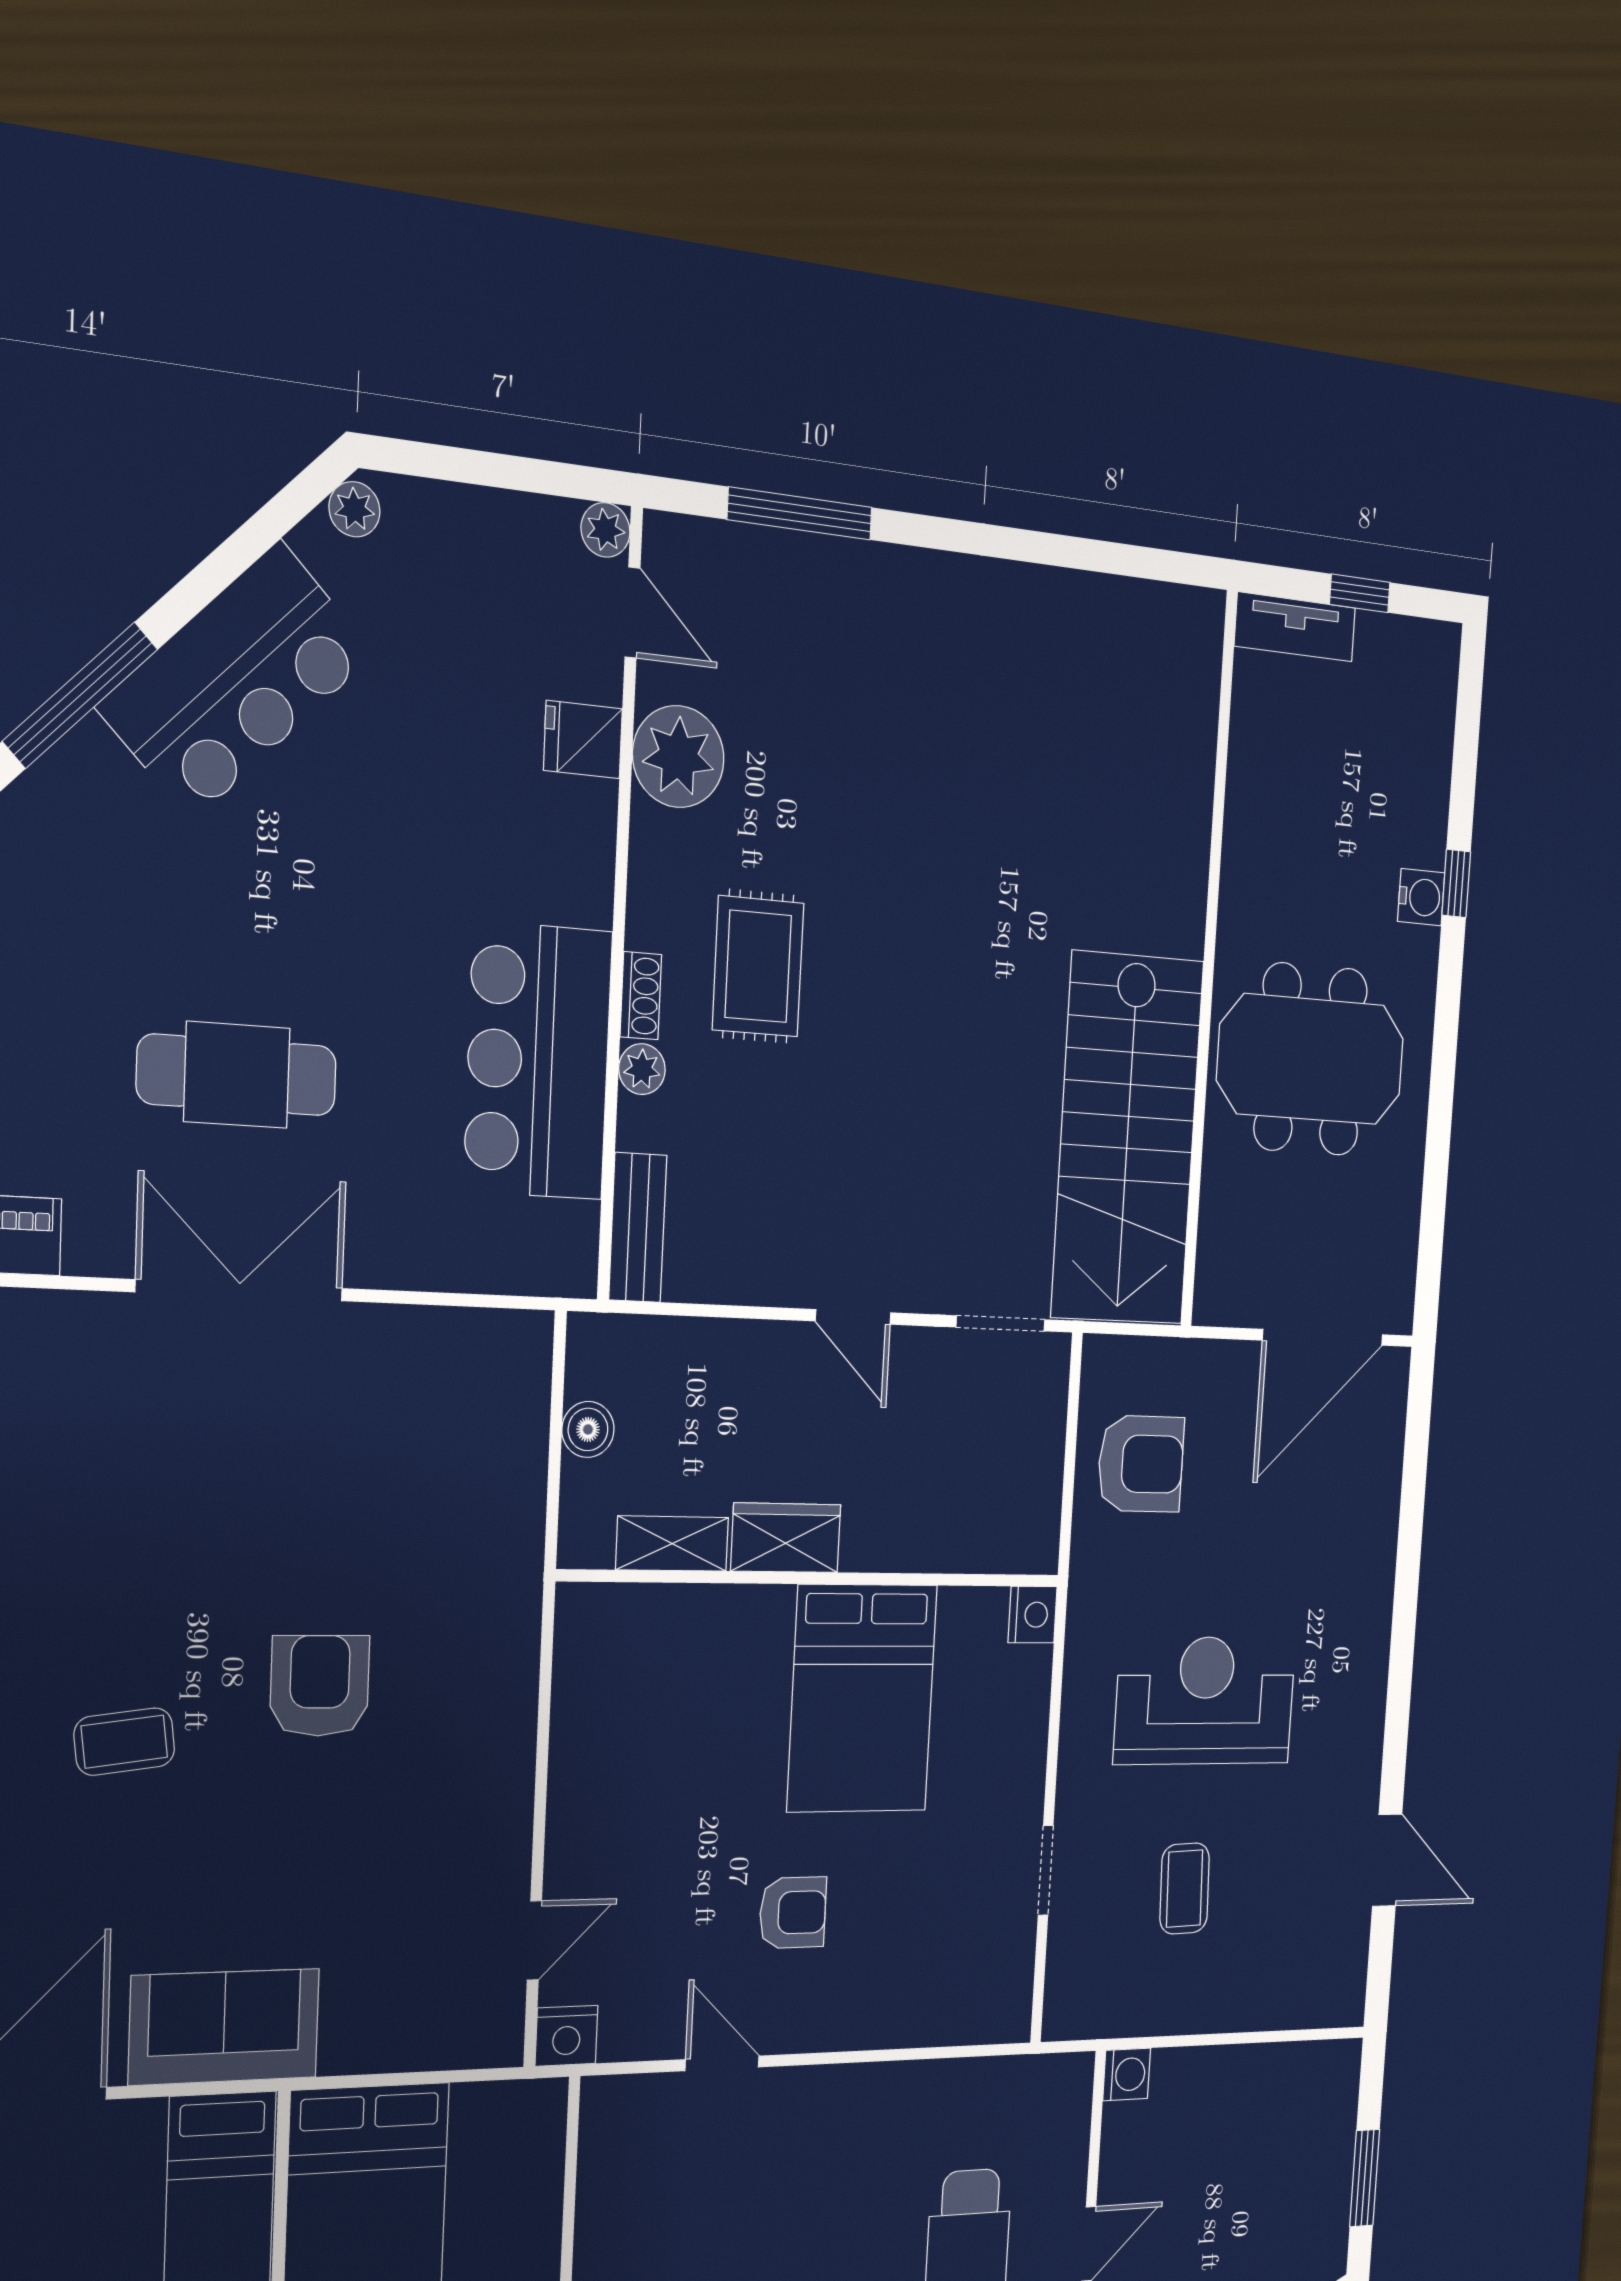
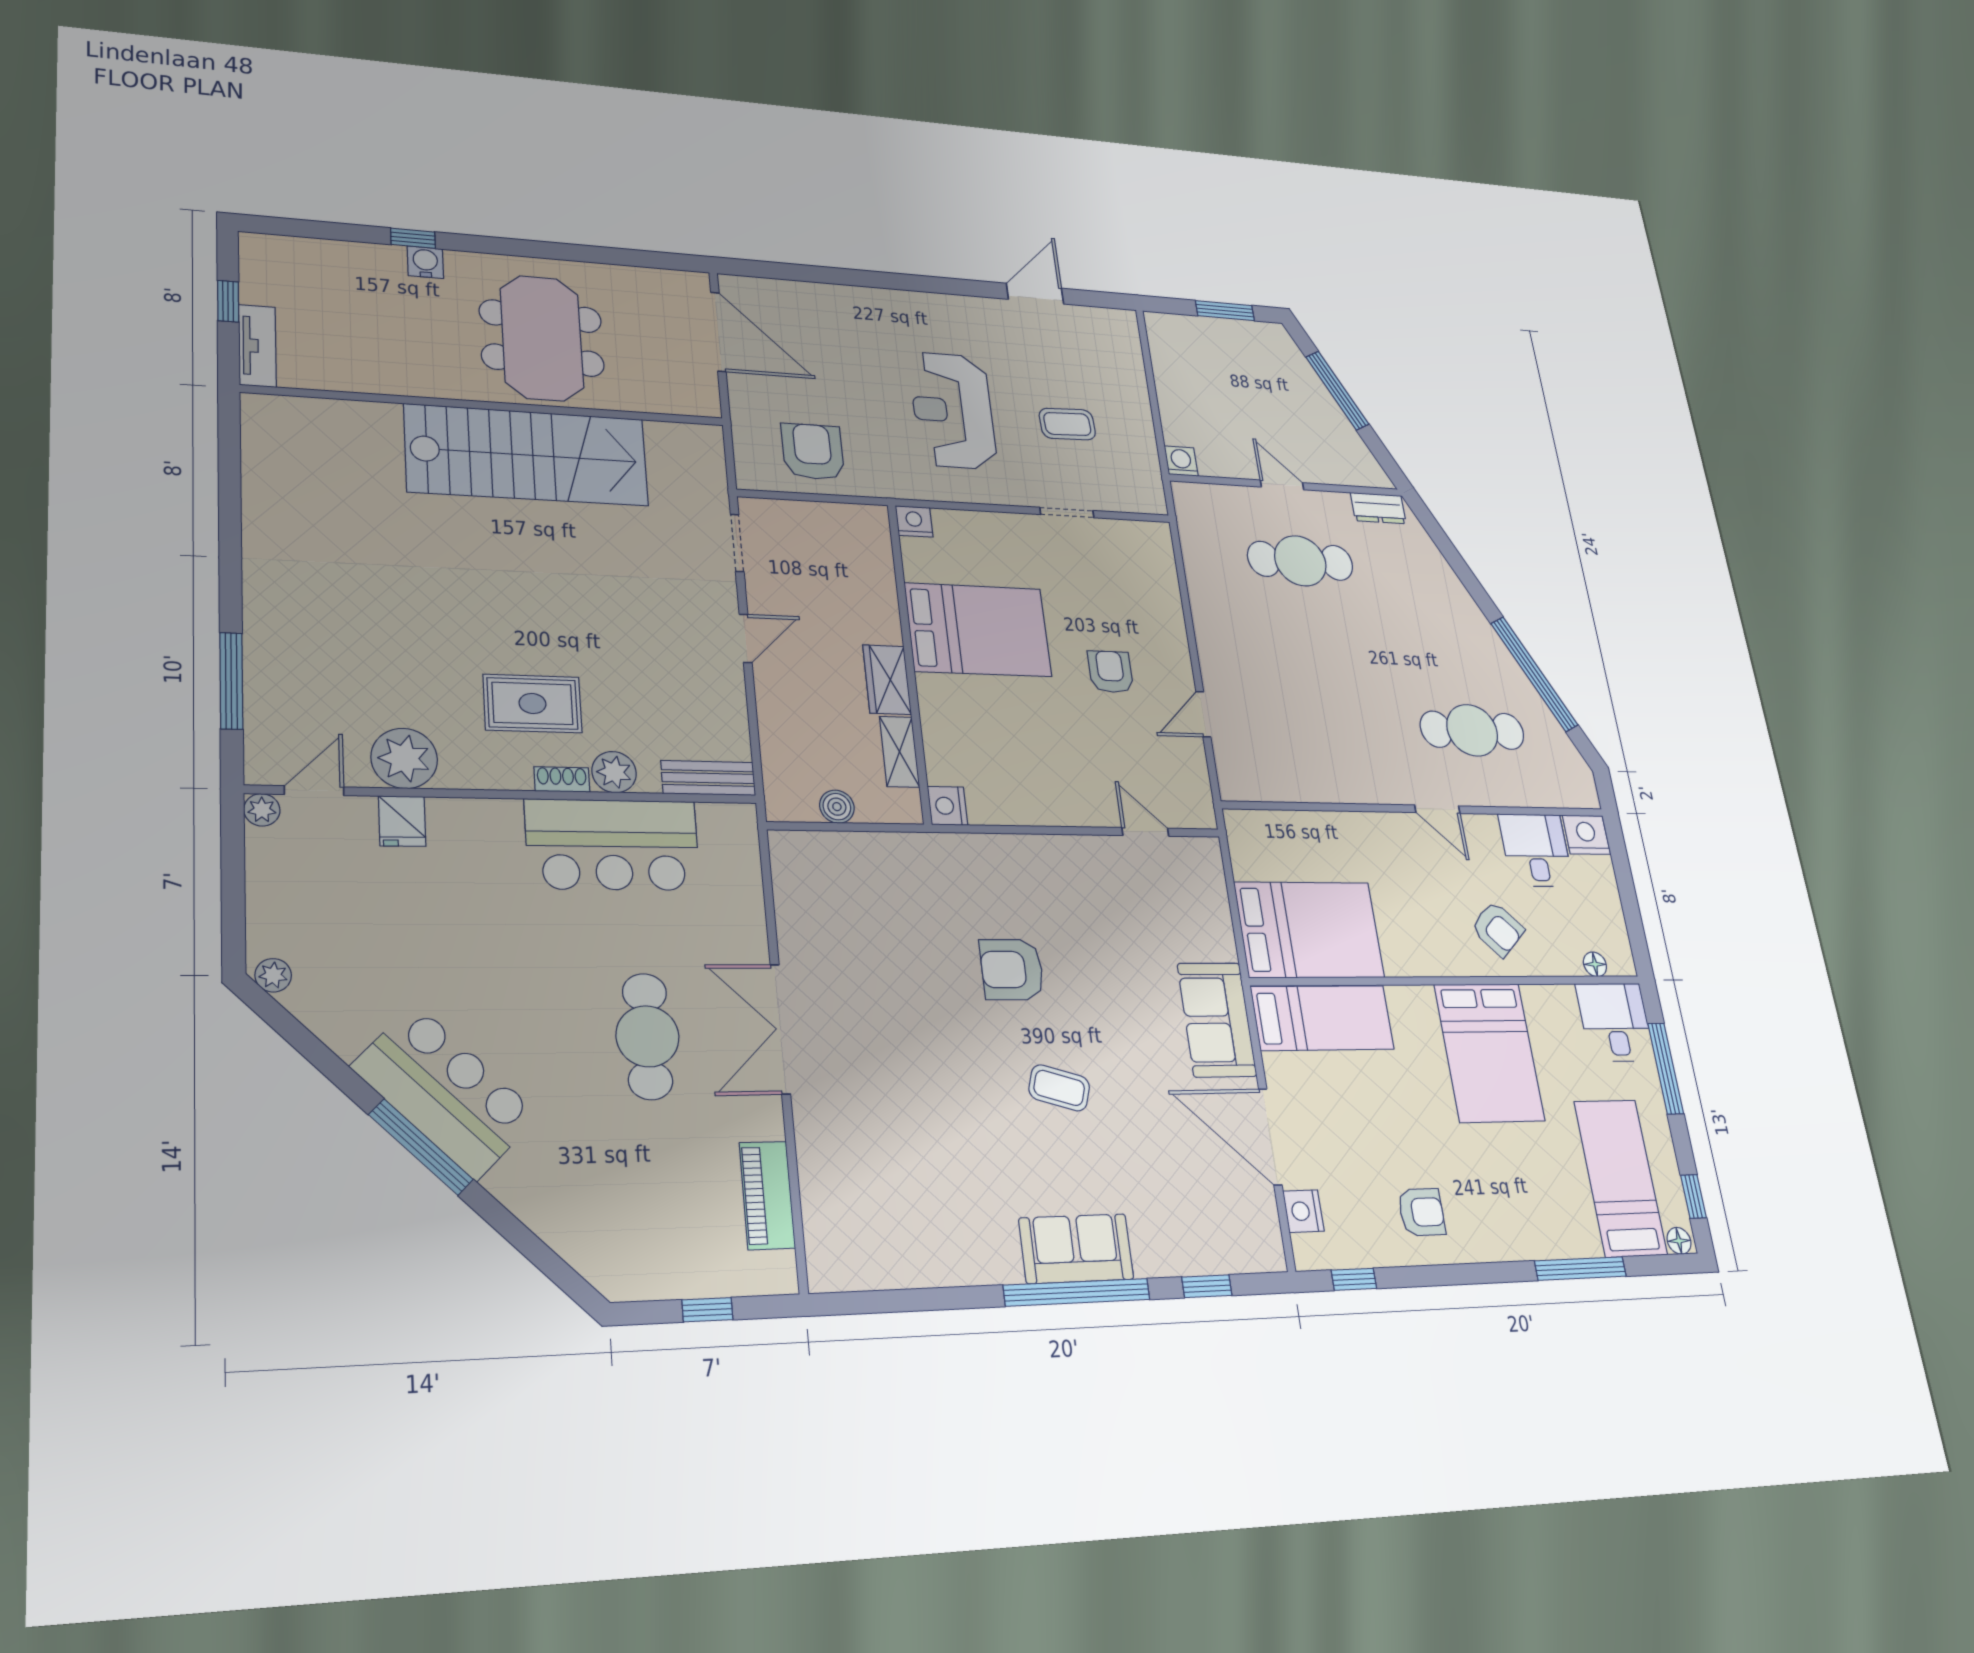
bar counter: (236, 681) -> (445, 1091), moved
plant: (642, 1069) -> (614, 772), width x1.38, depth x1.38
stairs: (1127, 1139) -> (527, 455), moved
coffee table: (124, 1742) -> (1059, 1088), turned -66
nightstand: (566, 2036) -> (948, 806), moved, turned 180

